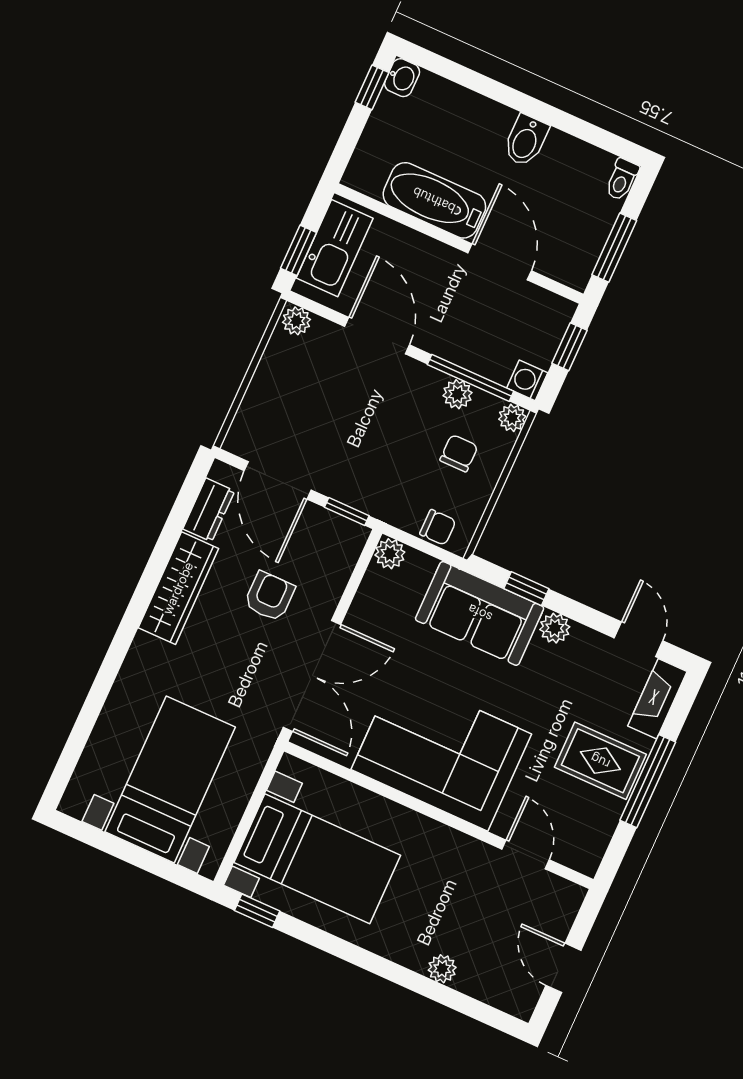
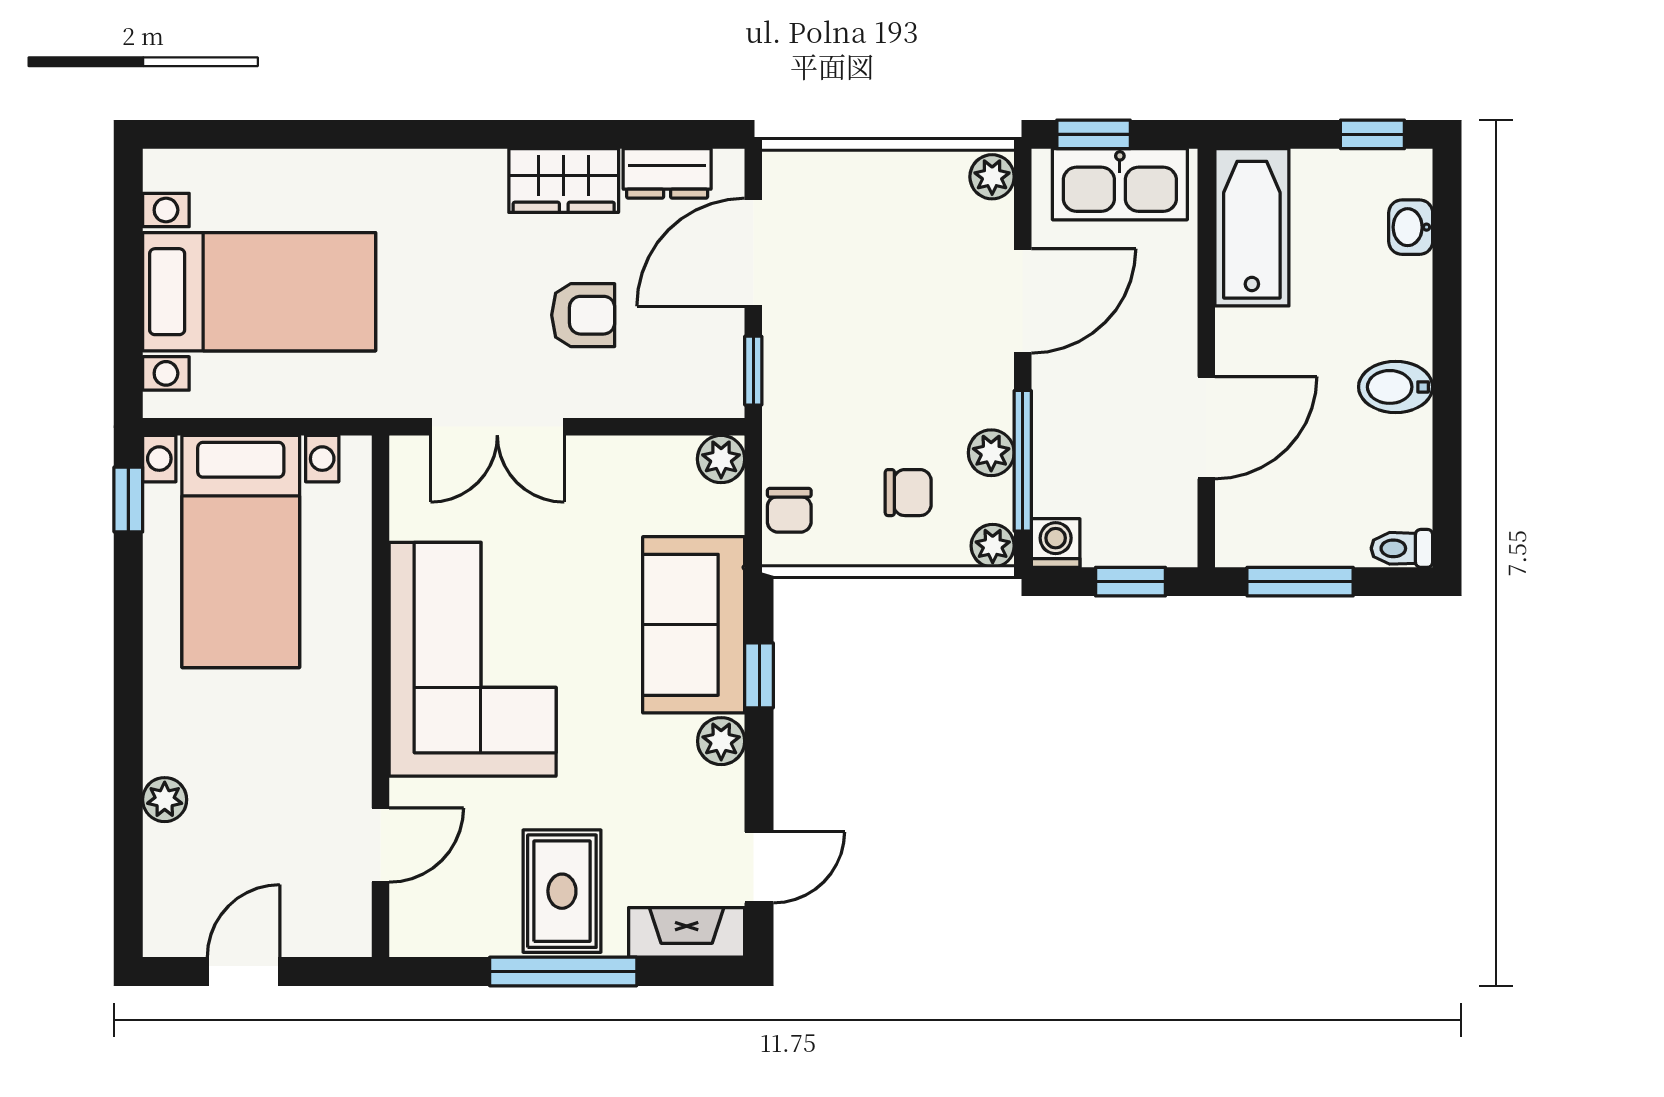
washbasin: (402, 78) -> (1411, 227), moved, turned 90
bathtub: (434, 200) -> (1252, 227), moved
wardrobe: (178, 588) -> (564, 181), width x0.67
double door: (312, 676) -> (497, 427), width x0.73

